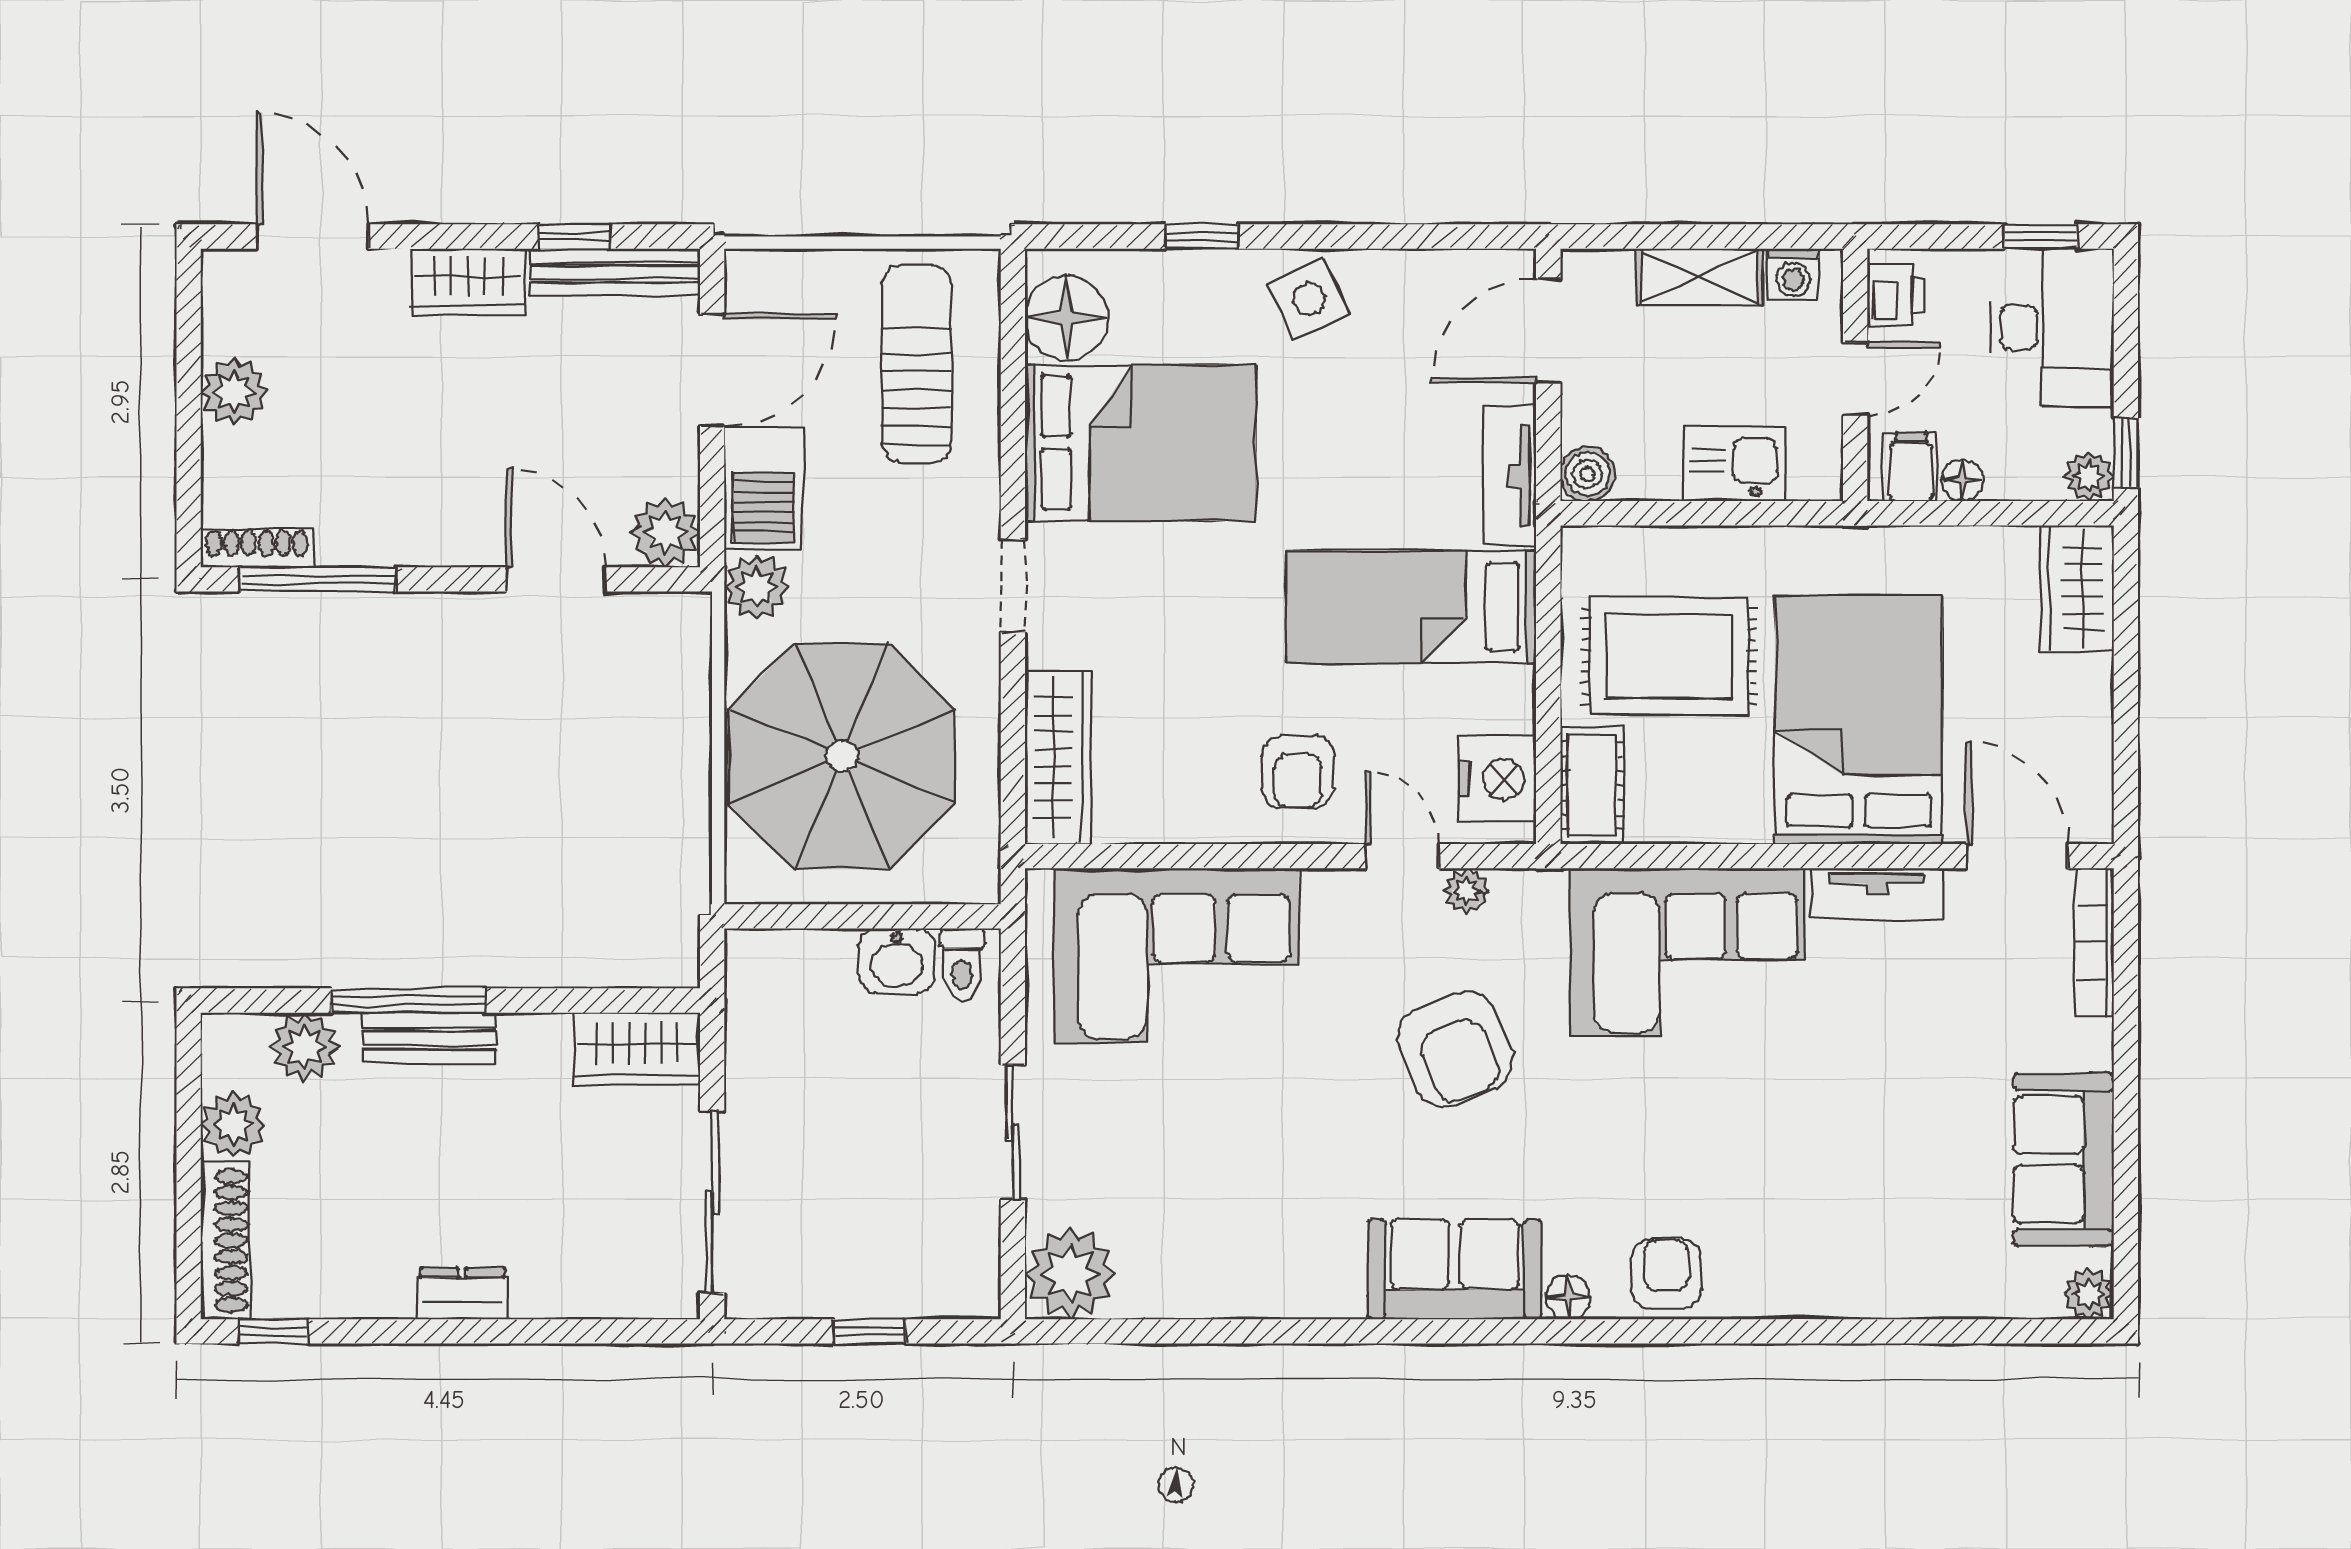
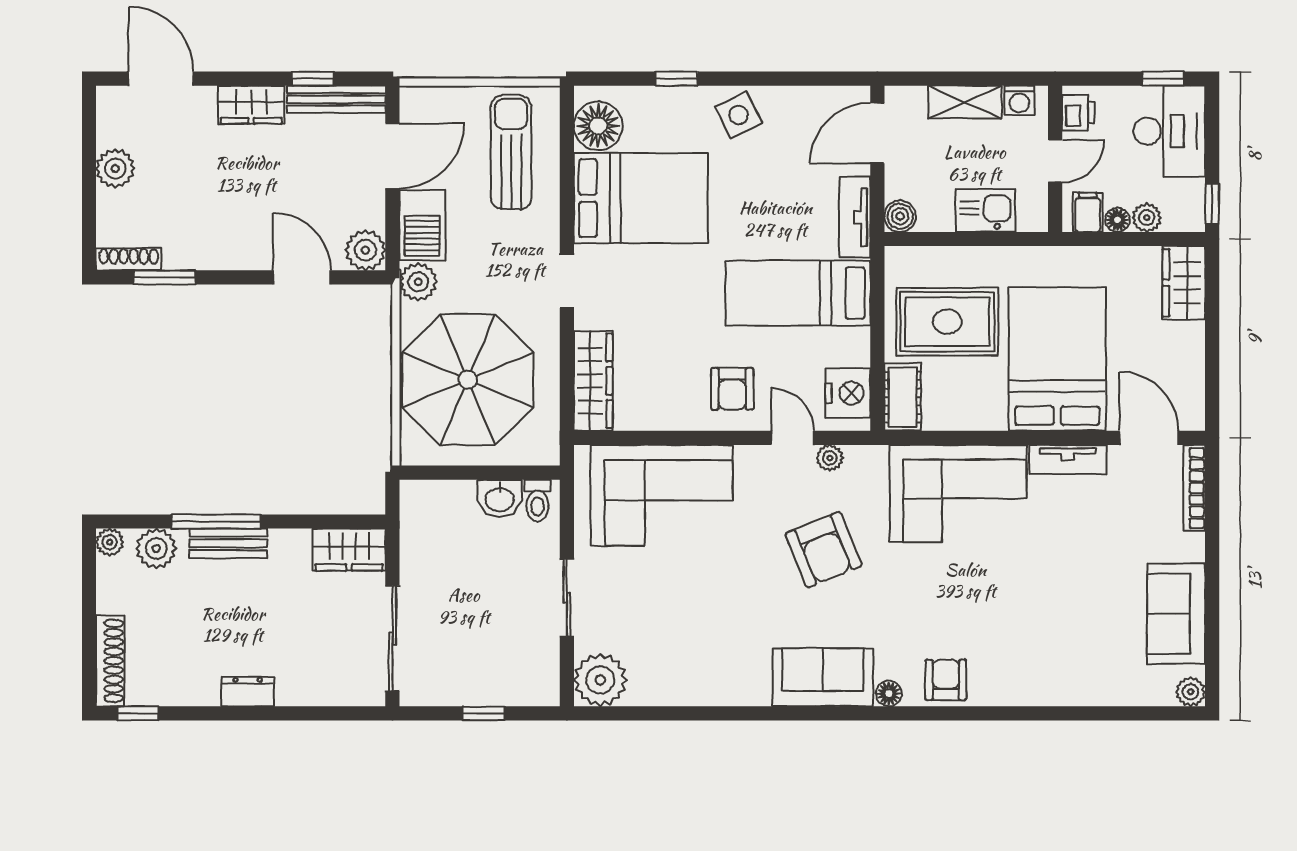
plant: (2089, 476) -> (1147, 218), moved
window: (318, 579) -> (164, 277), width x0.69
plant: (233, 1125) -> (110, 542), moved, width x0.73, depth x0.73

